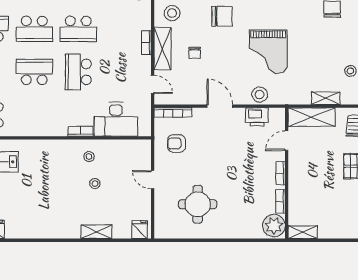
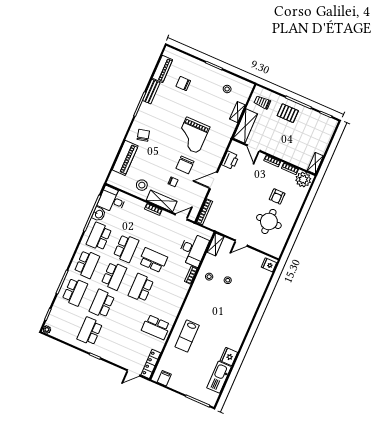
chair: (222, 16) -> (185, 165), moved, turned 180
grand piano: (268, 52) -> (192, 135), turned 90
school desk: (78, 72) -> (153, 260), turned 180
stool: (260, 95) -> (217, 152), removed
armchair: (176, 143) -> (277, 196), moved
shelving: (97, 232) -> (215, 244), moved

